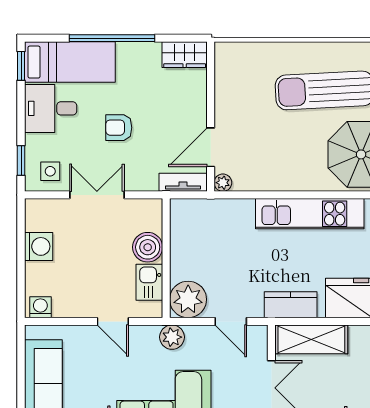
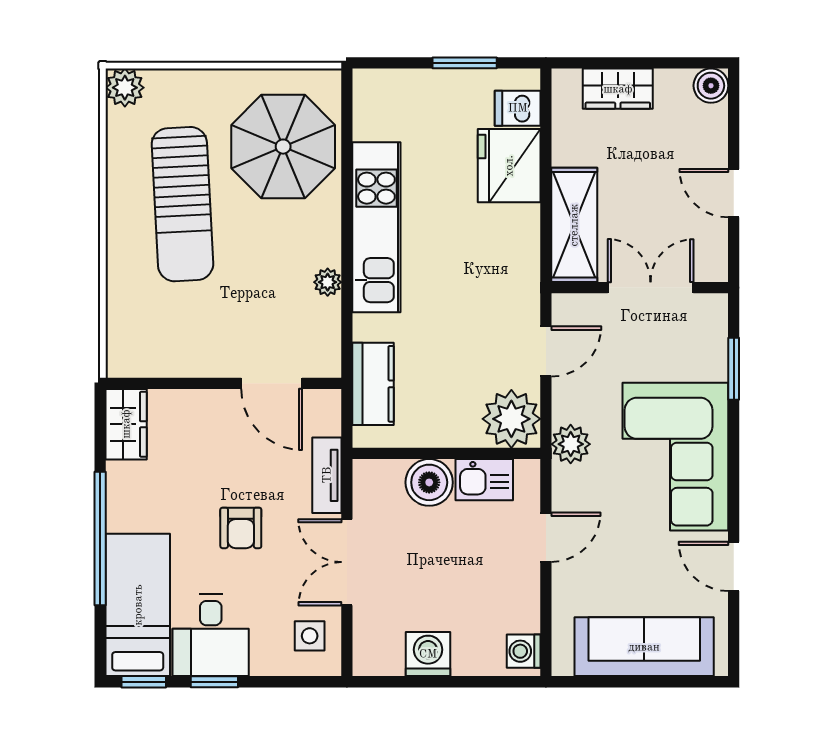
window: (21, 161) -> (214, 682), moved
tv unit: (183, 182) -> (327, 475), moved
plant: (223, 183) -> (328, 282), moved
kitchen counter: (291, 305) -> (373, 384), moved, turned 180

